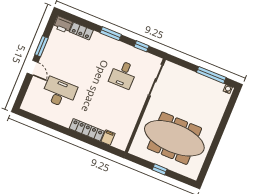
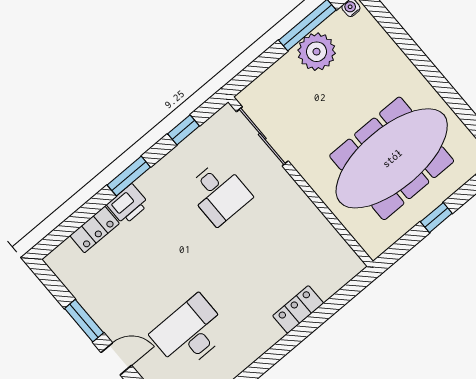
printer: (63, 25) -> (128, 204), moved
plant: (202, 84) -> (317, 52), added
locker: (87, 130) -> (298, 309), width x0.66
filing cabinet: (108, 138) -> (324, 284), removed

